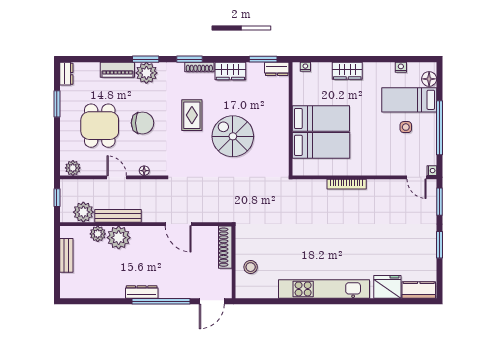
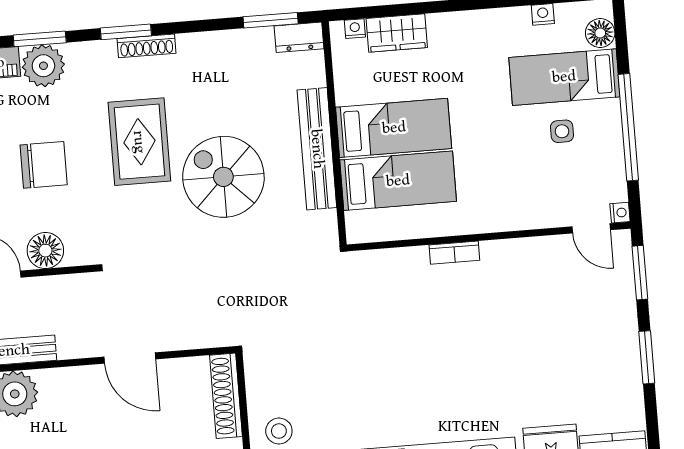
wardrobe: (230, 71) -> (208, 49), removed
wardrobe: (347, 71) -> (397, 33), moved
rug: (192, 115) -> (139, 142), width x1.36, depth x1.43
bench: (281, 126) -> (317, 149), added
floor lamp: (144, 171) -> (45, 251), width x1.89, depth x1.89
bookcase: (347, 184) -> (454, 253), width x0.64

